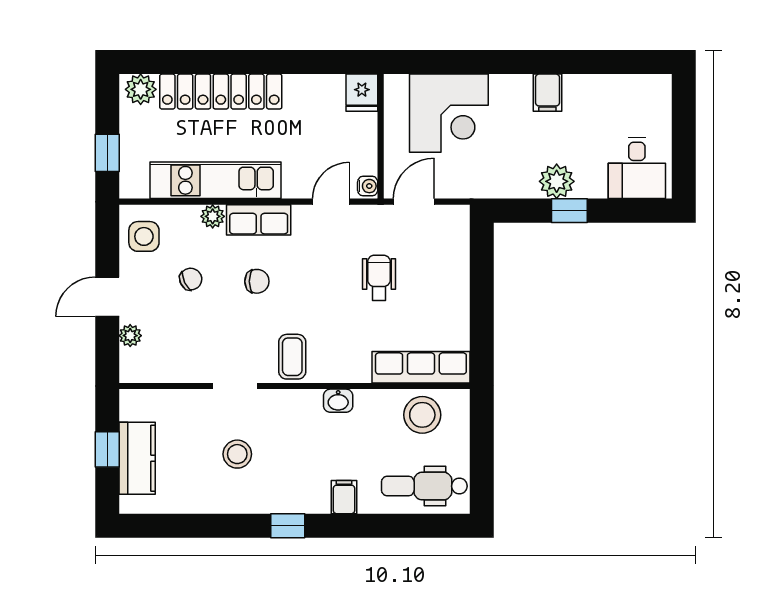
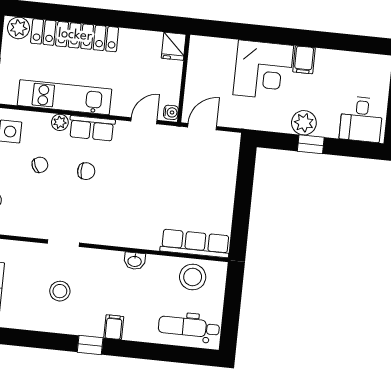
corner desk: (449, 113) -> (263, 70), moved
wheelchair: (379, 278) -> (172, 177), removed
coffee table: (292, 357) -> (106, 227), removed
filing cabinet: (344, 497) -> (114, 327), moved

